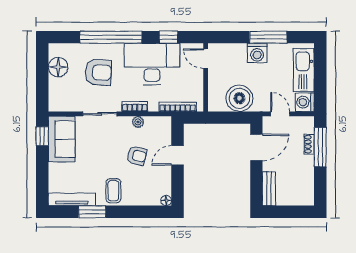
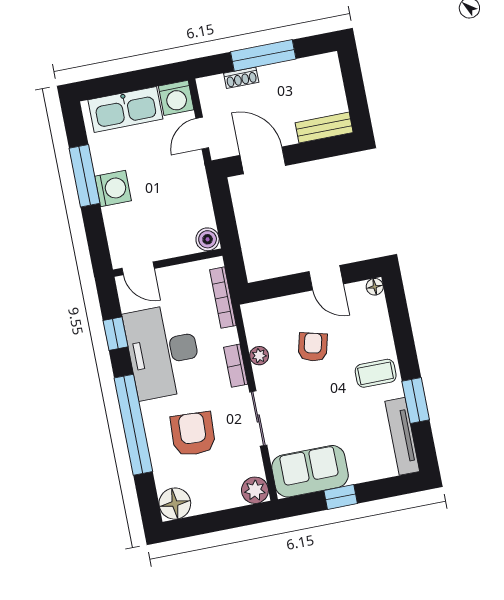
door: (206, 59) -> (138, 268), hinge flipped
floor lamp: (58, 67) -> (175, 504), moved
boiler: (239, 98) -> (208, 239), moved, width x0.54, depth x0.54
plant: (57, 103) -> (255, 490), added
window: (42, 136) -> (341, 497), moved
window: (320, 147) -> (263, 55), moved
door: (177, 155) -> (326, 278), moved

